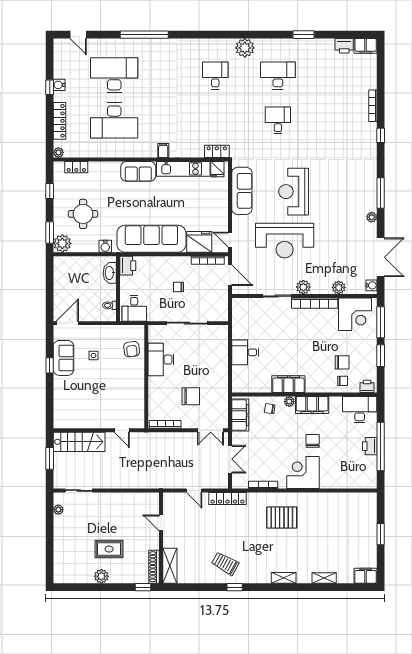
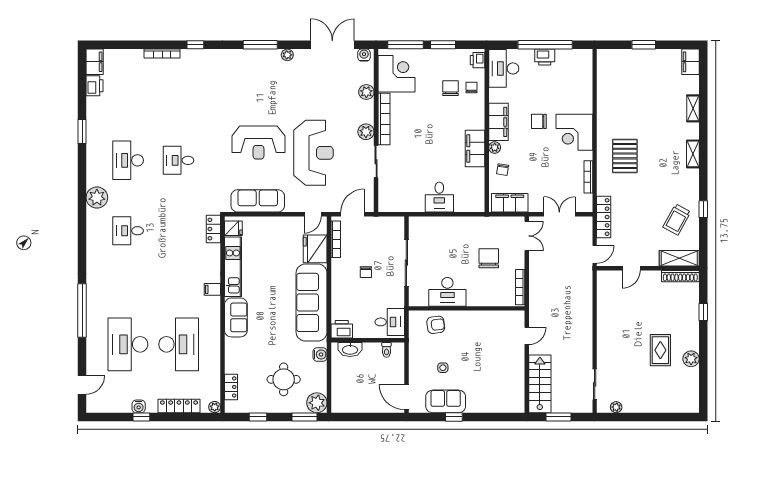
door: (161, 523) -> (631, 268), moved
wall: (161, 538) -> (648, 268), moved
shelving: (170, 566) -> (679, 258), moved
shoe rack: (154, 567) -> (680, 276), moved

